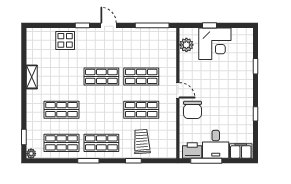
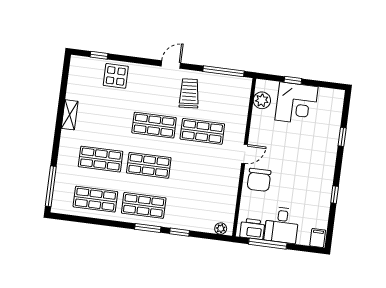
window: (82, 25) -> (99, 55), moved
door: (109, 25) -> (171, 65), hinge flipped
door: (178, 90) -> (245, 154), hinge flipped
shop shelf: (141, 110) -> (149, 165), moved
window: (24, 137) -> (51, 186), width x2.17
trolley: (142, 142) -> (189, 93), moved
filing cabinet: (241, 151) -> (318, 238), width x0.50
plant: (31, 154) -> (221, 229), moved
window: (88, 161) -> (148, 228), moved

